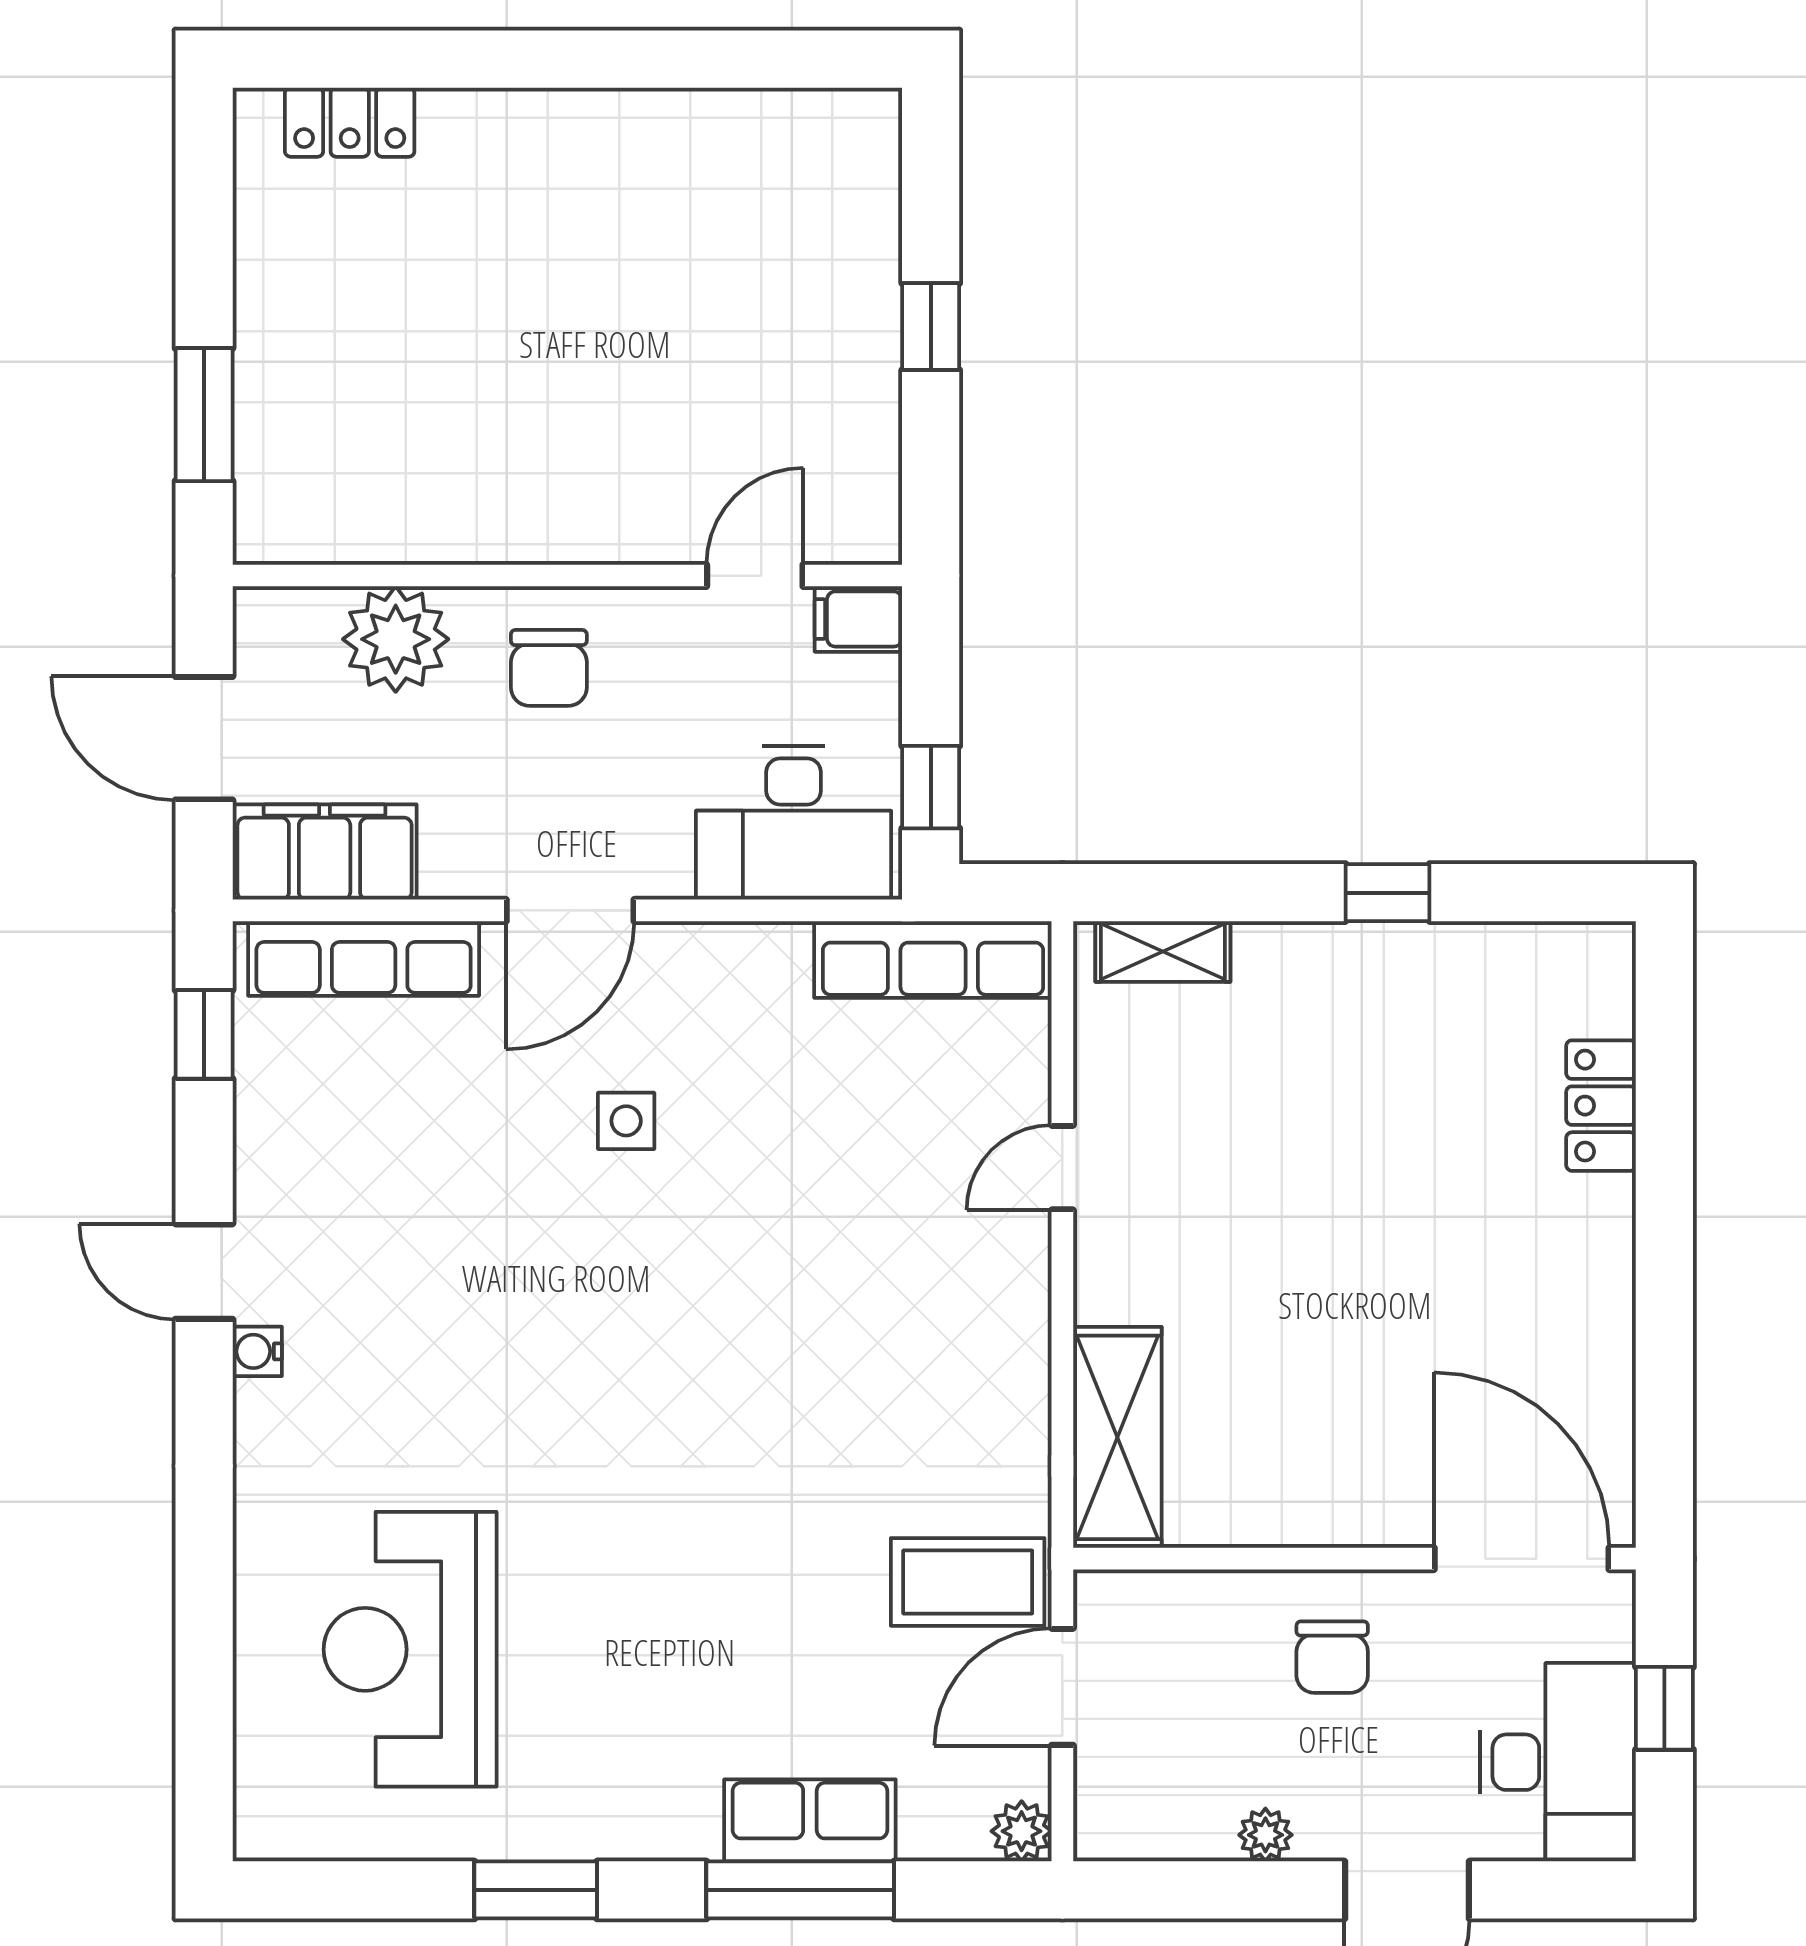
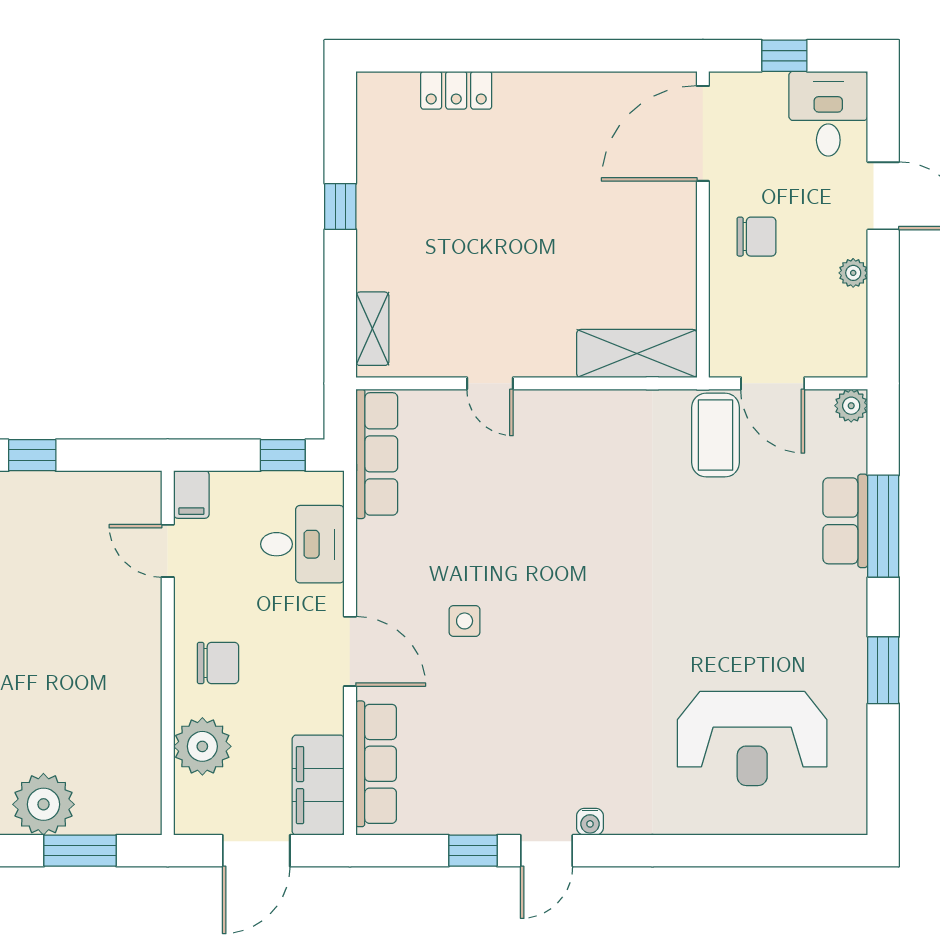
plant: (289, 347) -> (43, 804), added
desk: (794, 823) -> (302, 544), width x0.73
window: (204, 1034) -> (473, 851), moved
desk: (1558, 1762) -> (828, 114), width x0.73

